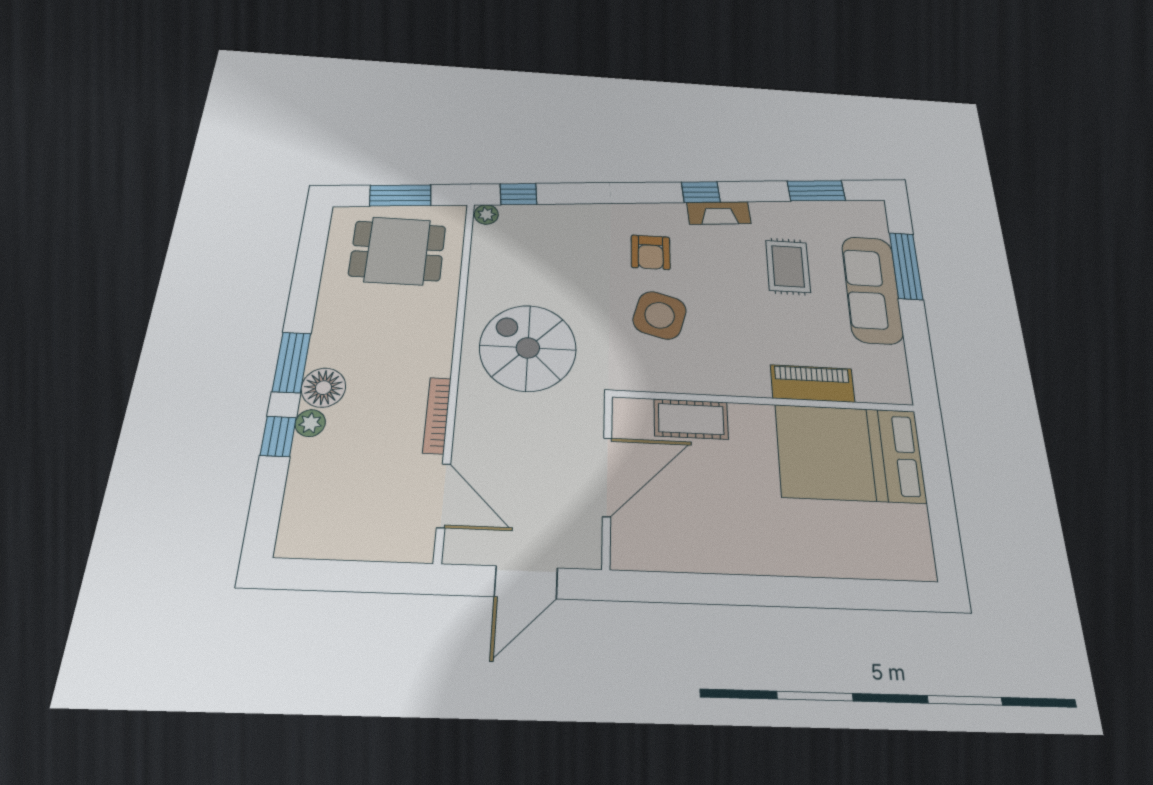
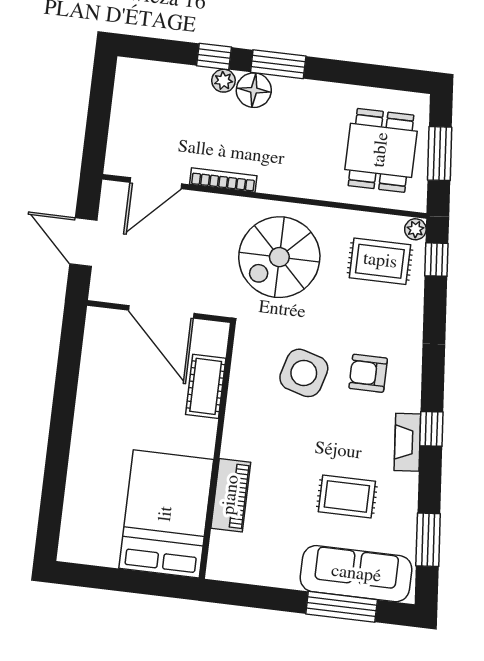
rug: (525, 246) -> (380, 261), added
sofa: (872, 289) -> (356, 574), moved
spiral stairs: (528, 348) -> (279, 257), turned 180

